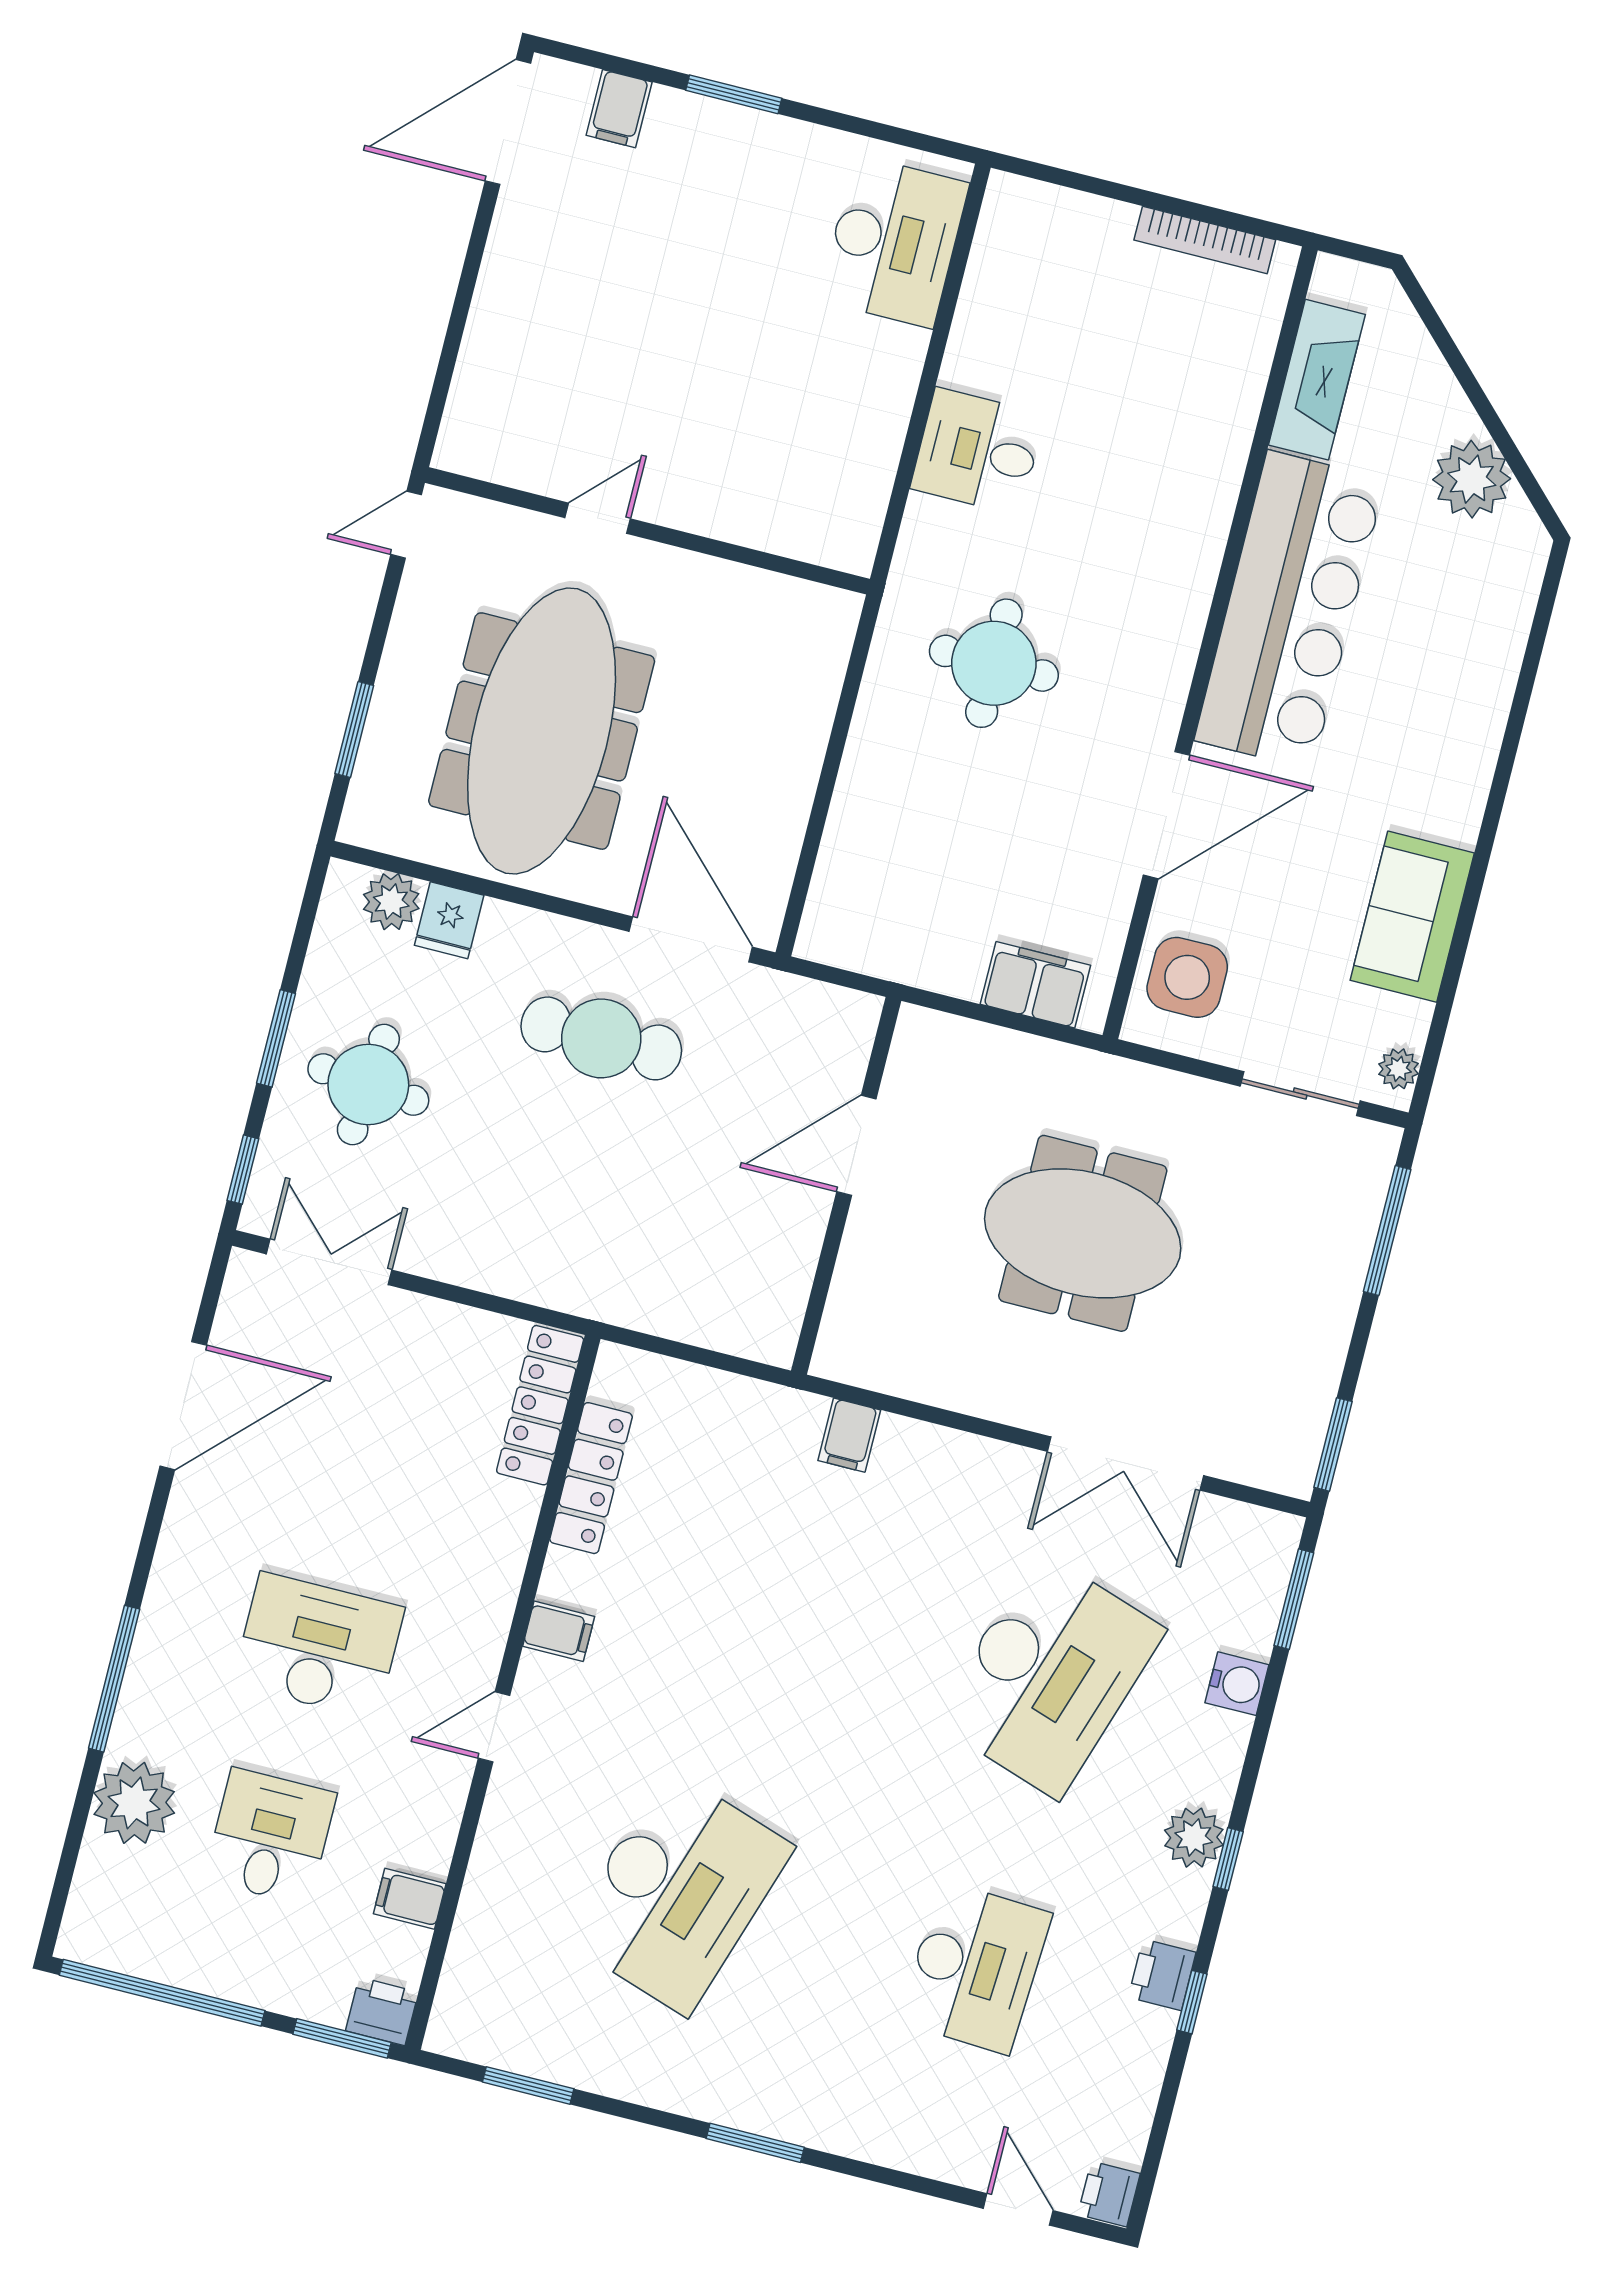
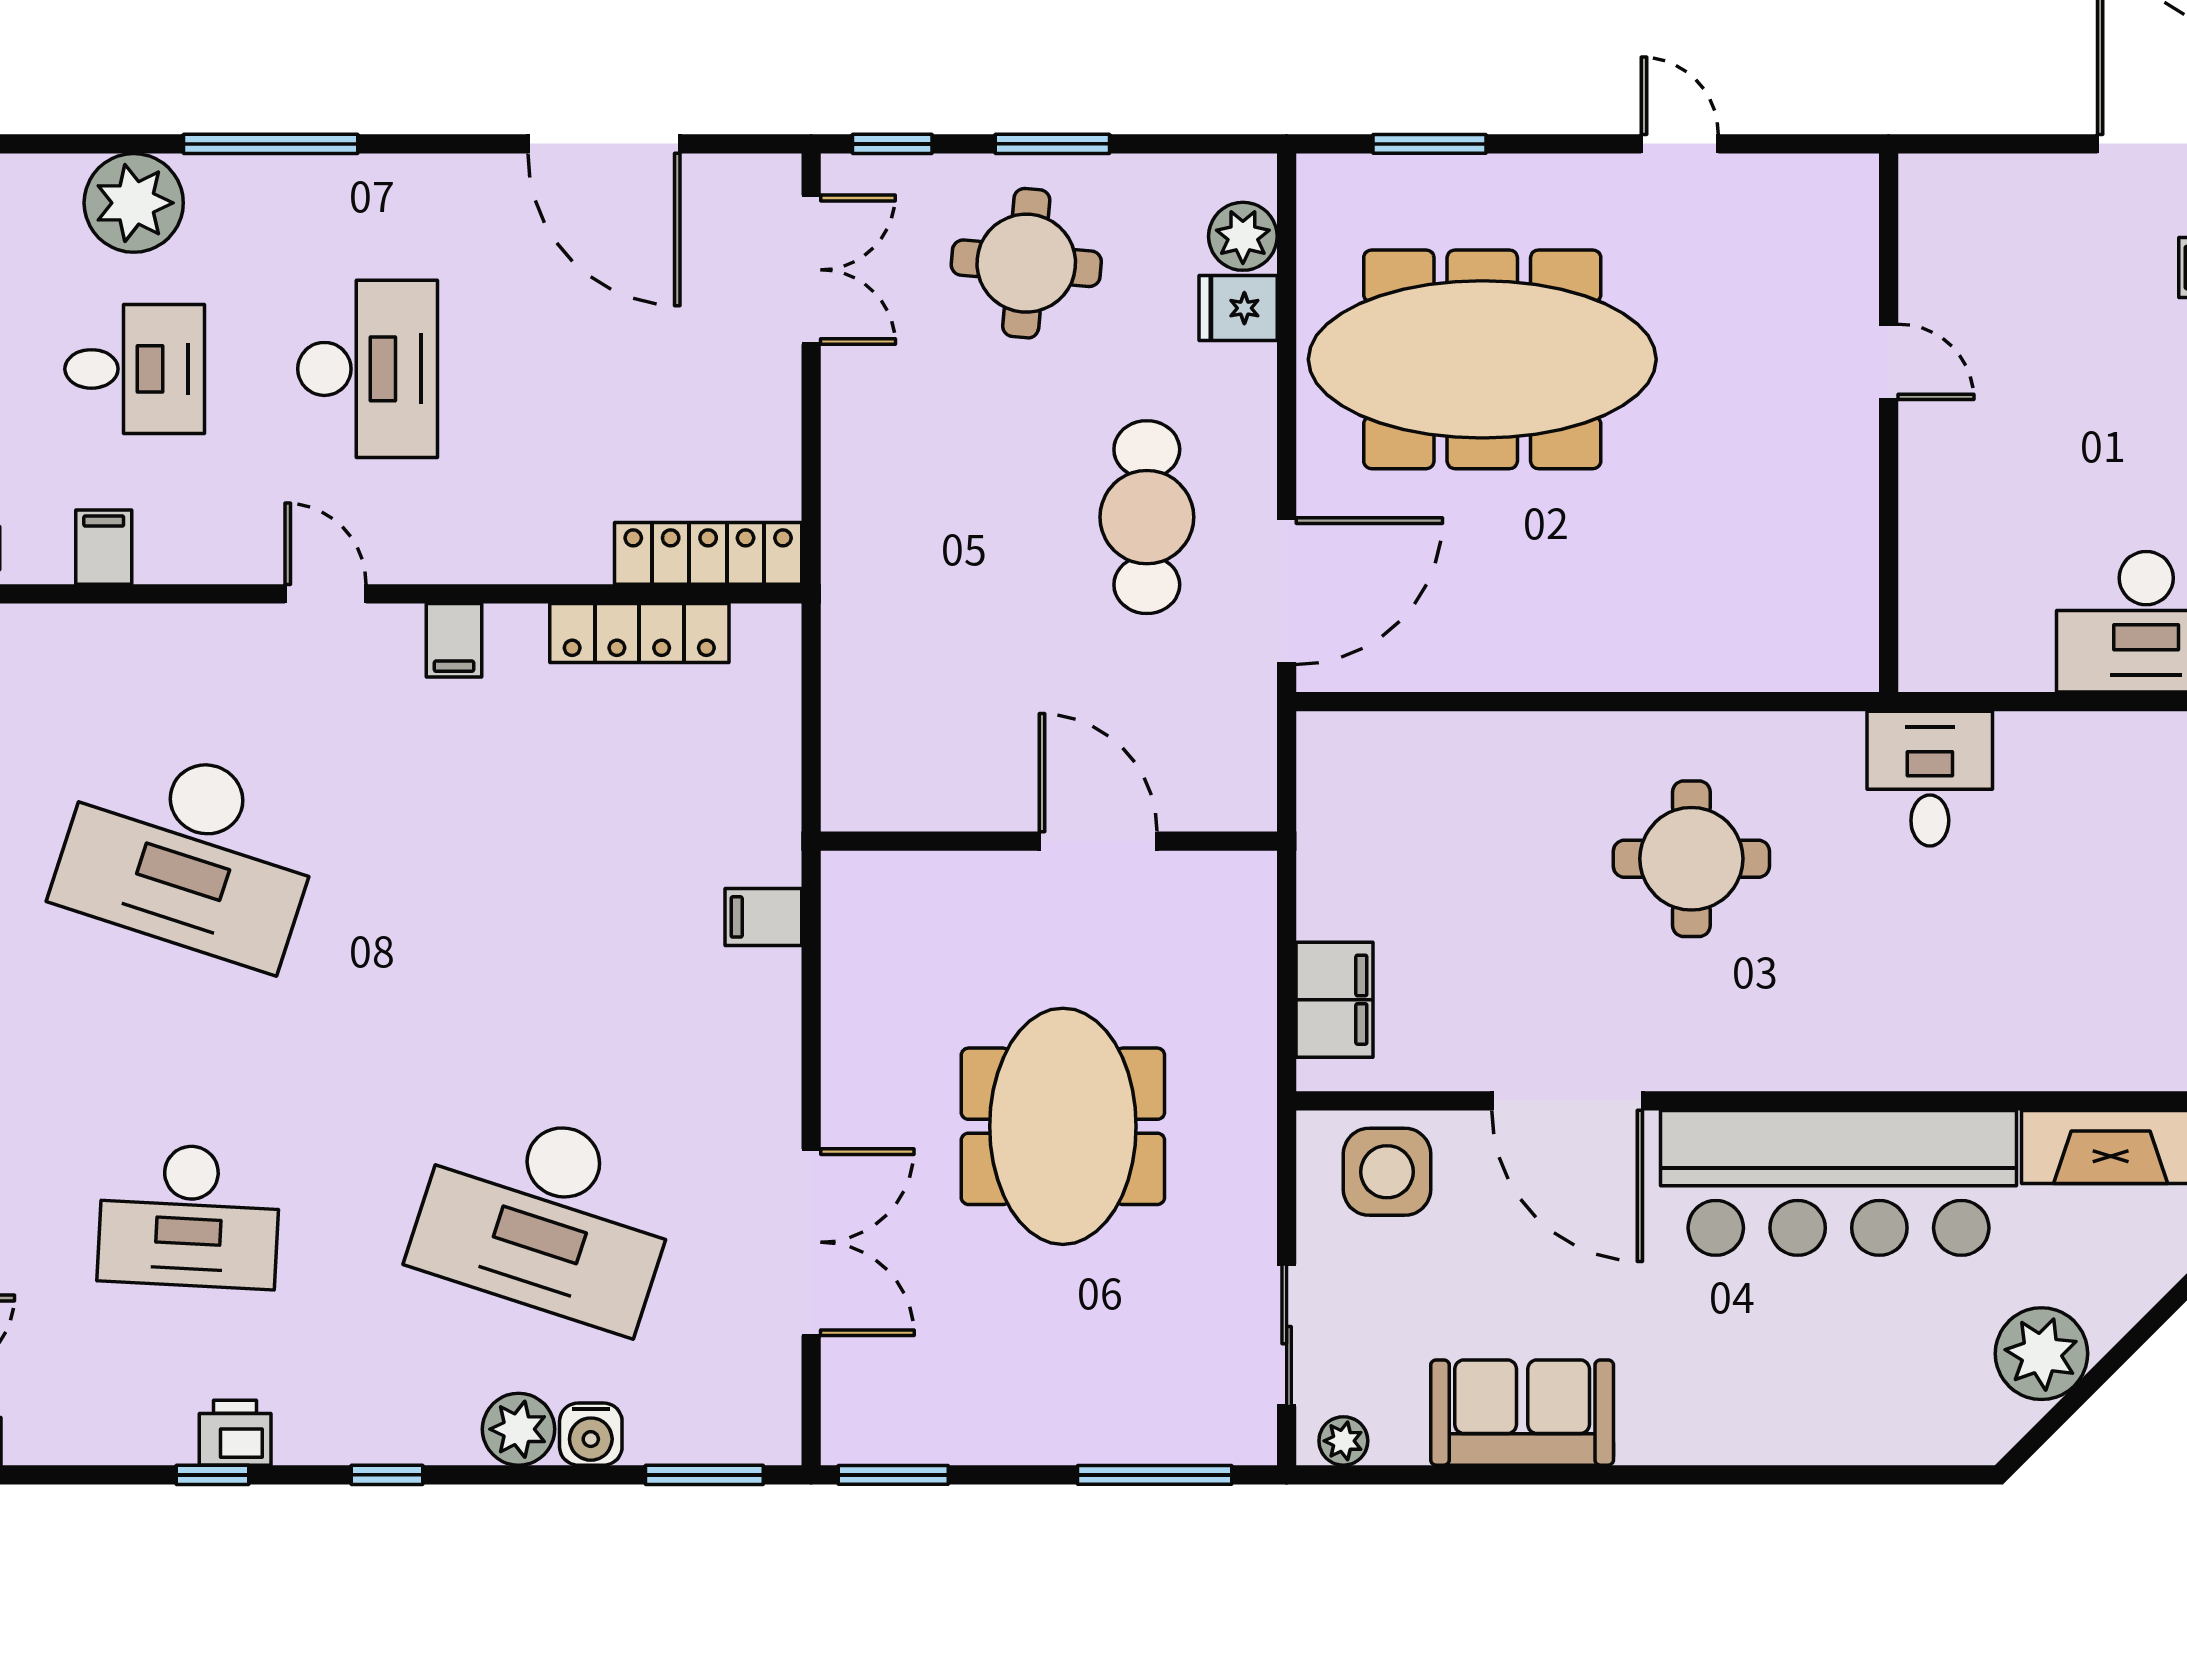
door: (598, 518) -> (1889, 362), moved
wall: (648, 531) -> (1889, 423), moved
double door: (1125, 1463) -> (811, 1242), swing flipped
plant: (1194, 1838) -> (519, 1429), moved

